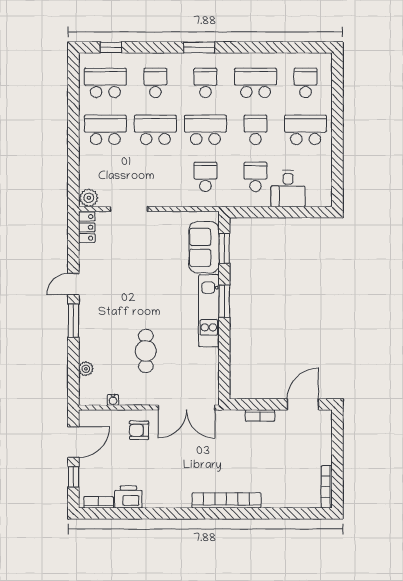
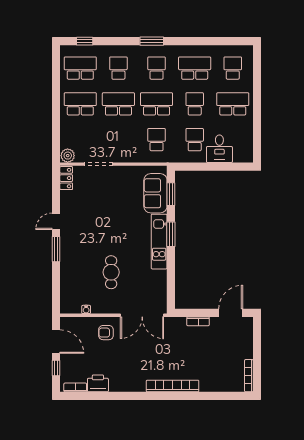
plant: (86, 369) -> (65, 286), removed
door: (73, 442) -> (56, 342), hinge flipped

